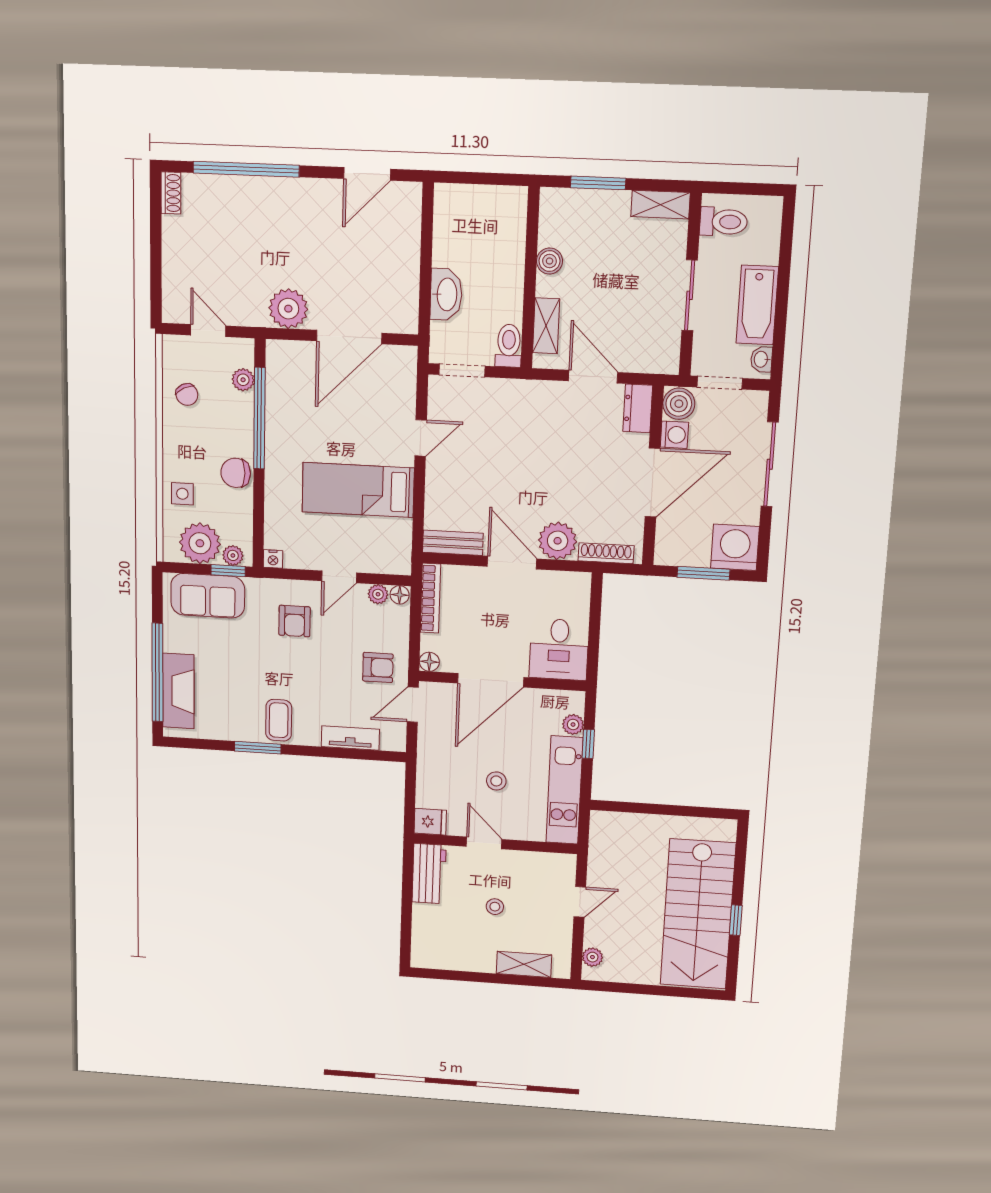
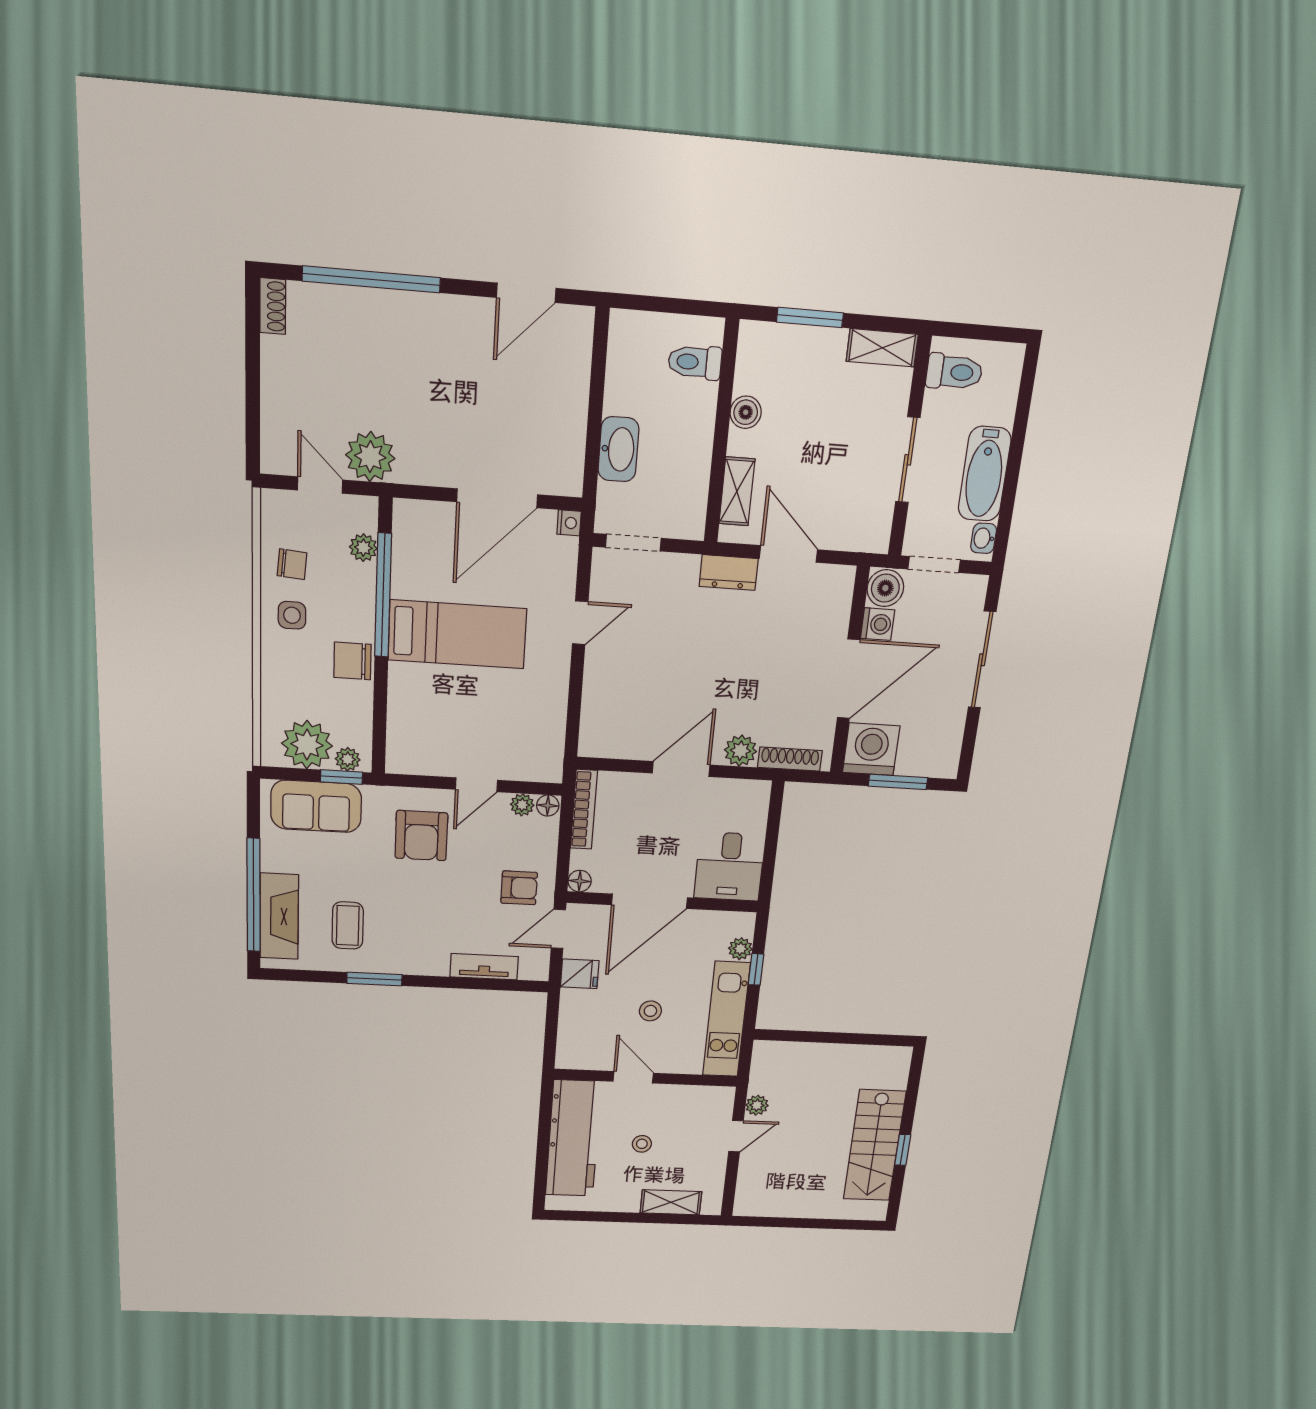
plant: (288, 309) -> (370, 457), moved
toilet: (509, 346) -> (695, 362), moved, turned -90
chair: (187, 395) -> (292, 564), turned -59
dresser: (638, 408) -> (729, 572), moved, turned -90
bed: (358, 490) -> (457, 634), moved, turned 180
side table: (182, 494) -> (292, 615), moved
plant: (558, 541) -> (740, 751), width x0.73, depth x0.73
bench: (453, 543) -> (613, 746), removed
washing machine: (735, 547) -> (871, 749), moved
nightstand: (273, 559) -> (569, 523), moved, turned -90
door: (512, 563) -> (681, 769), hinge flipped
armchair: (294, 621) -> (421, 836), width x1.38, depth x1.38
coffee table: (279, 720) -> (348, 925), moved
fridge: (430, 822) -> (580, 974), moved
workbench: (429, 874) -> (573, 1139), width x1.88, depth x1.32
stairs: (698, 914) -> (874, 1145), width x0.73, depth x0.66
plant: (592, 957) -> (757, 1105), moved

